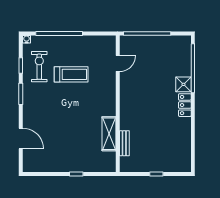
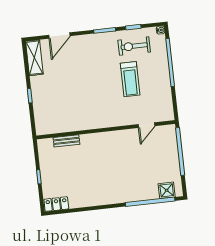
door: (118, 63) -> (146, 125), hinge flipped
exercise bike: (39, 67) -> (134, 46), turned 180
shower: (183, 84) -> (167, 190), moved
locker: (185, 105) -> (56, 204), moved
shelving: (109, 134) -> (34, 58), moved, turned 90

